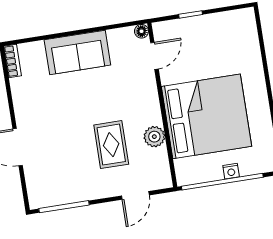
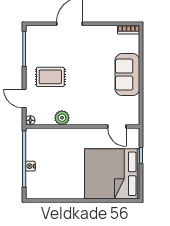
floor lamp: (141, 31) -> (30, 120), moved
bed: (207, 116) -> (112, 174), moved, turned 90
rug: (111, 145) -> (50, 77), moved

